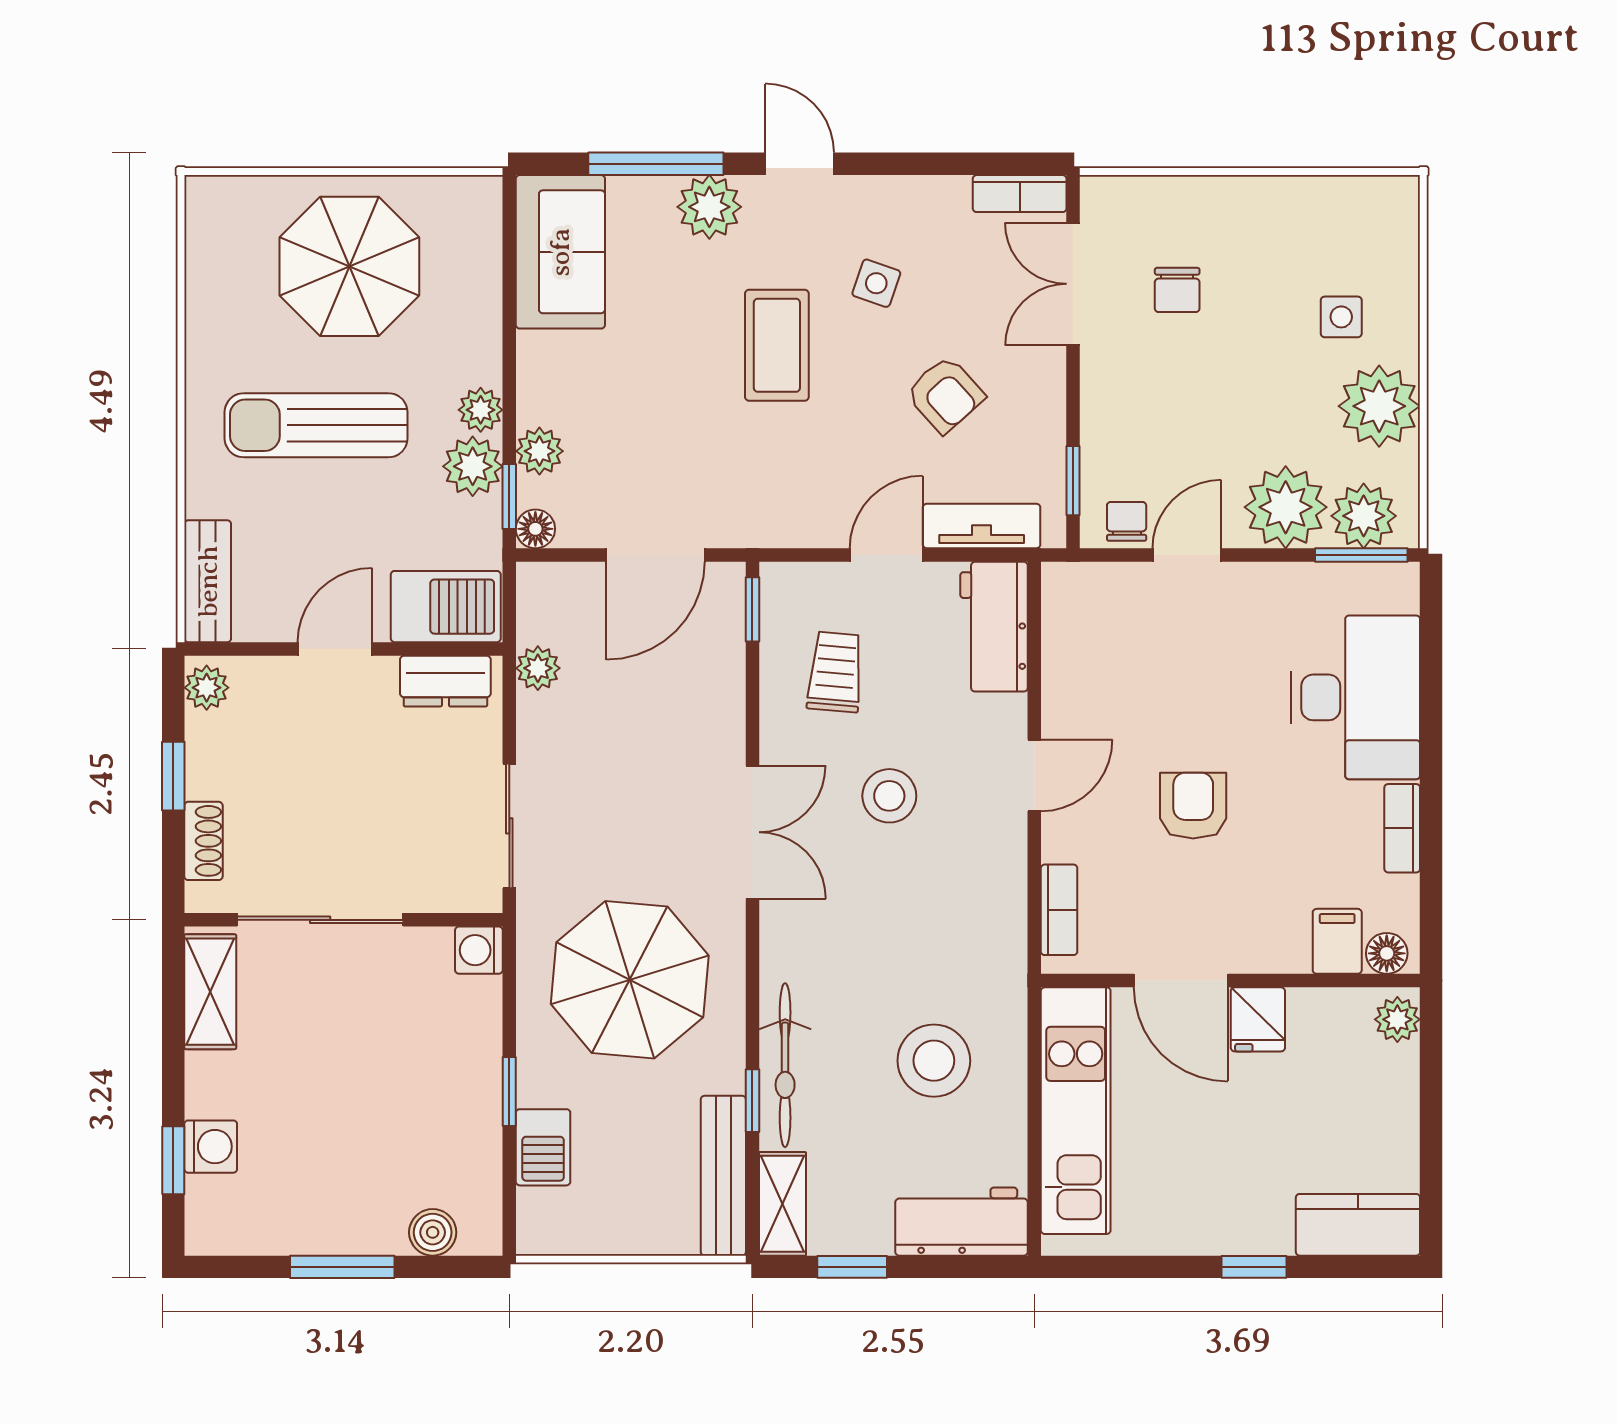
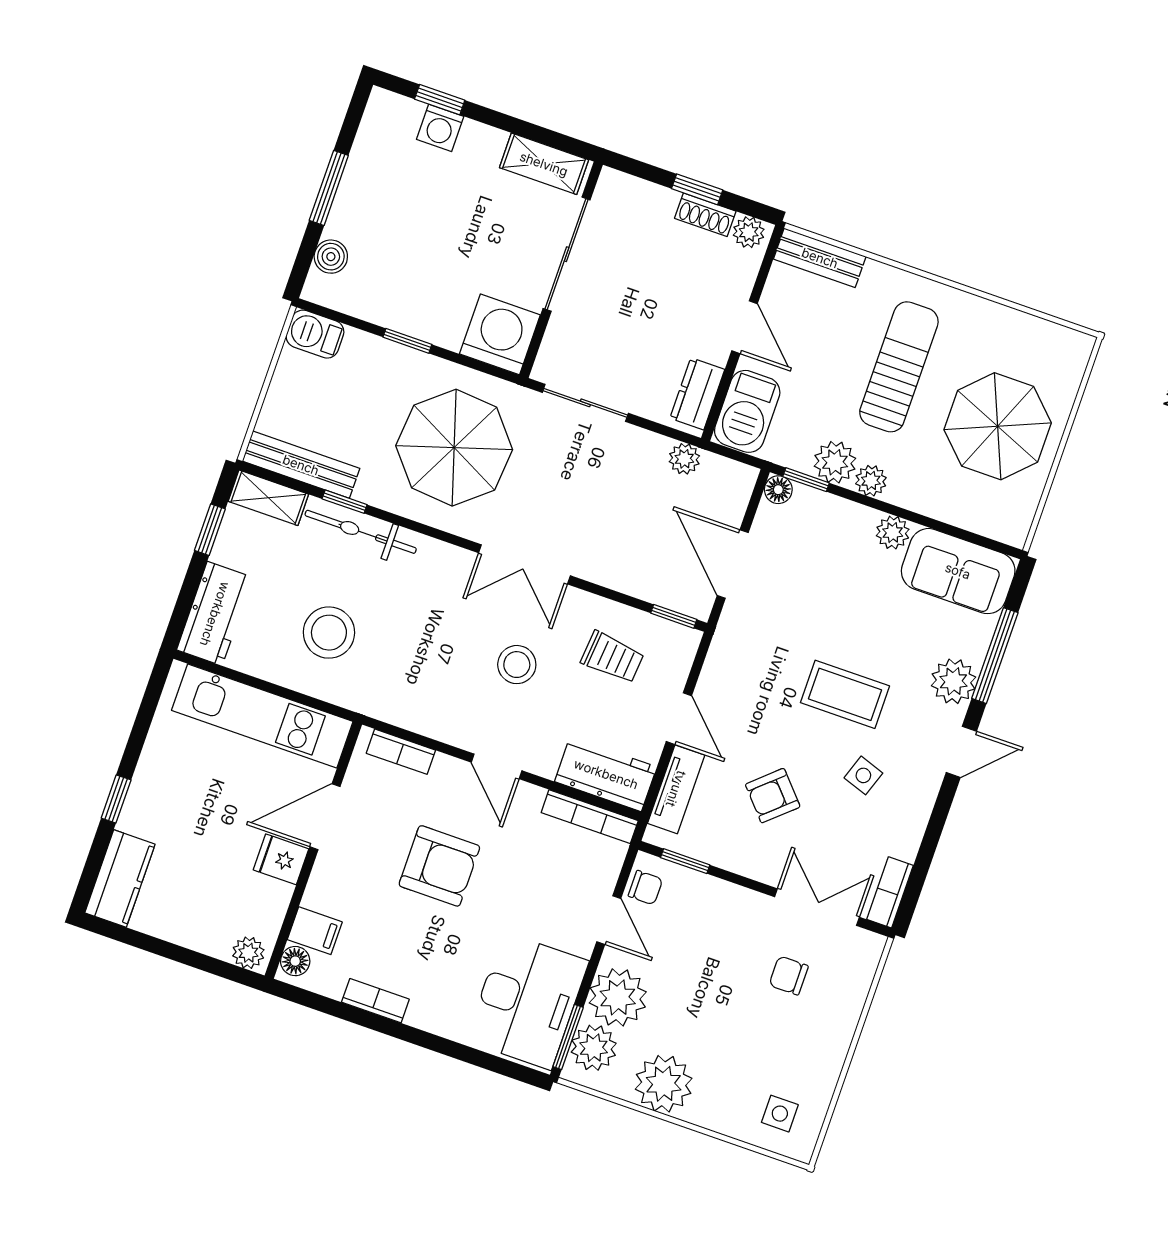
side table: (1341, 317) -> (780, 1114), moved
plant: (539, 451) -> (893, 533), moved
bookcase: (1058, 628) -> (590, 817), added
desk: (1356, 697) -> (527, 1001), moved, turned -90
armchair: (1193, 806) -> (439, 866), width x1.38, depth x1.38
shoe rack: (203, 841) -> (705, 215), moved
washing machine: (479, 950) -> (500, 334), width x1.89, depth x1.89
barbecue: (543, 1147) -> (315, 334), moved

